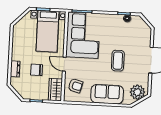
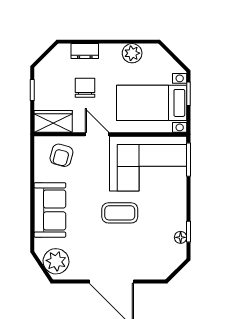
plant: (18, 41) -> (132, 53), added
coffee table: (118, 61) -> (120, 213), moved
door: (64, 64) -> (97, 134), hinge flipped

